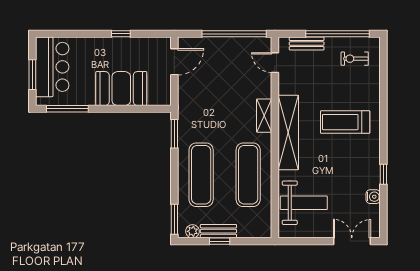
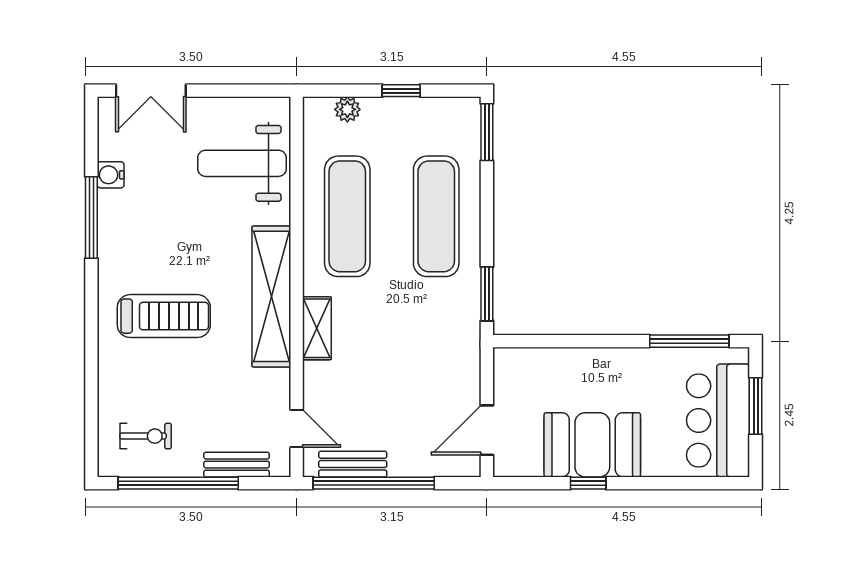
booth: (121, 89) -> (592, 445), moved
window: (383, 174) -> (91, 217), width x2.17
plant: (192, 231) -> (347, 109), moved
bench: (218, 231) -> (353, 464), moved

